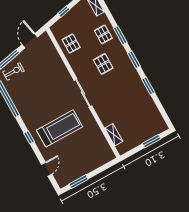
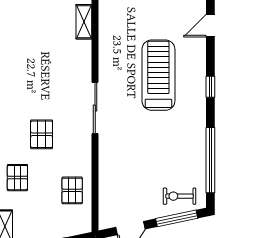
treadmill: (59, 128) -> (158, 75), turned 90

